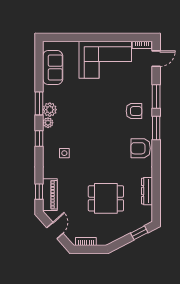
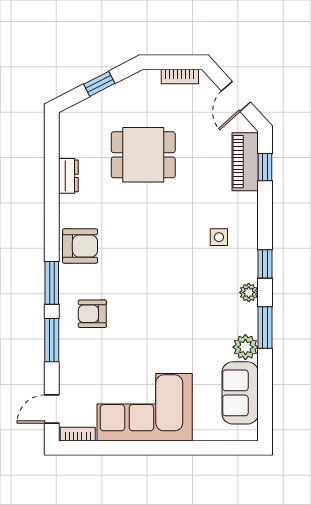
plant: (50, 110) -> (245, 347), moved
dresser: (147, 191) -> (68, 176), width x0.70
window: (139, 233) -> (99, 84), moved

